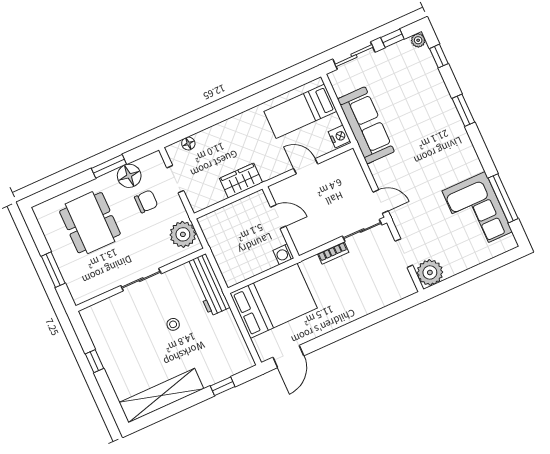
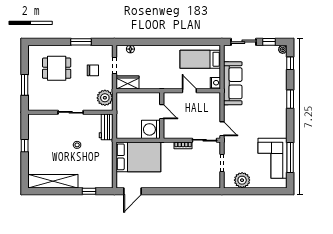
floor lamp: (129, 176) -> (90, 52), removed
wardrobe: (241, 181) -> (127, 83), moved
dining table: (90, 223) -> (57, 68), width x0.73
washing machine: (283, 254) -> (151, 129), width x1.89, depth x1.89
plant: (430, 272) -> (242, 180), moved
workbench: (208, 285) -> (106, 127), width x0.73

